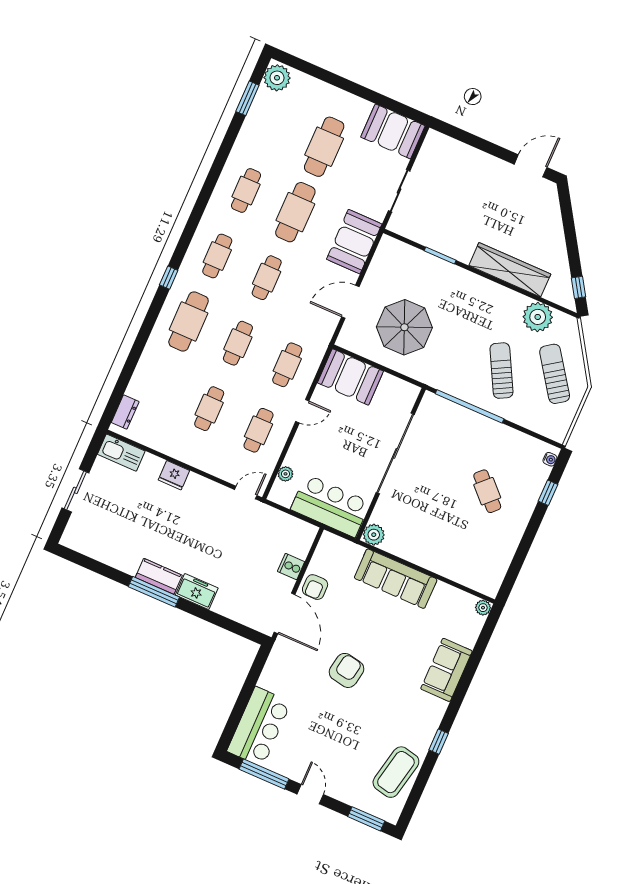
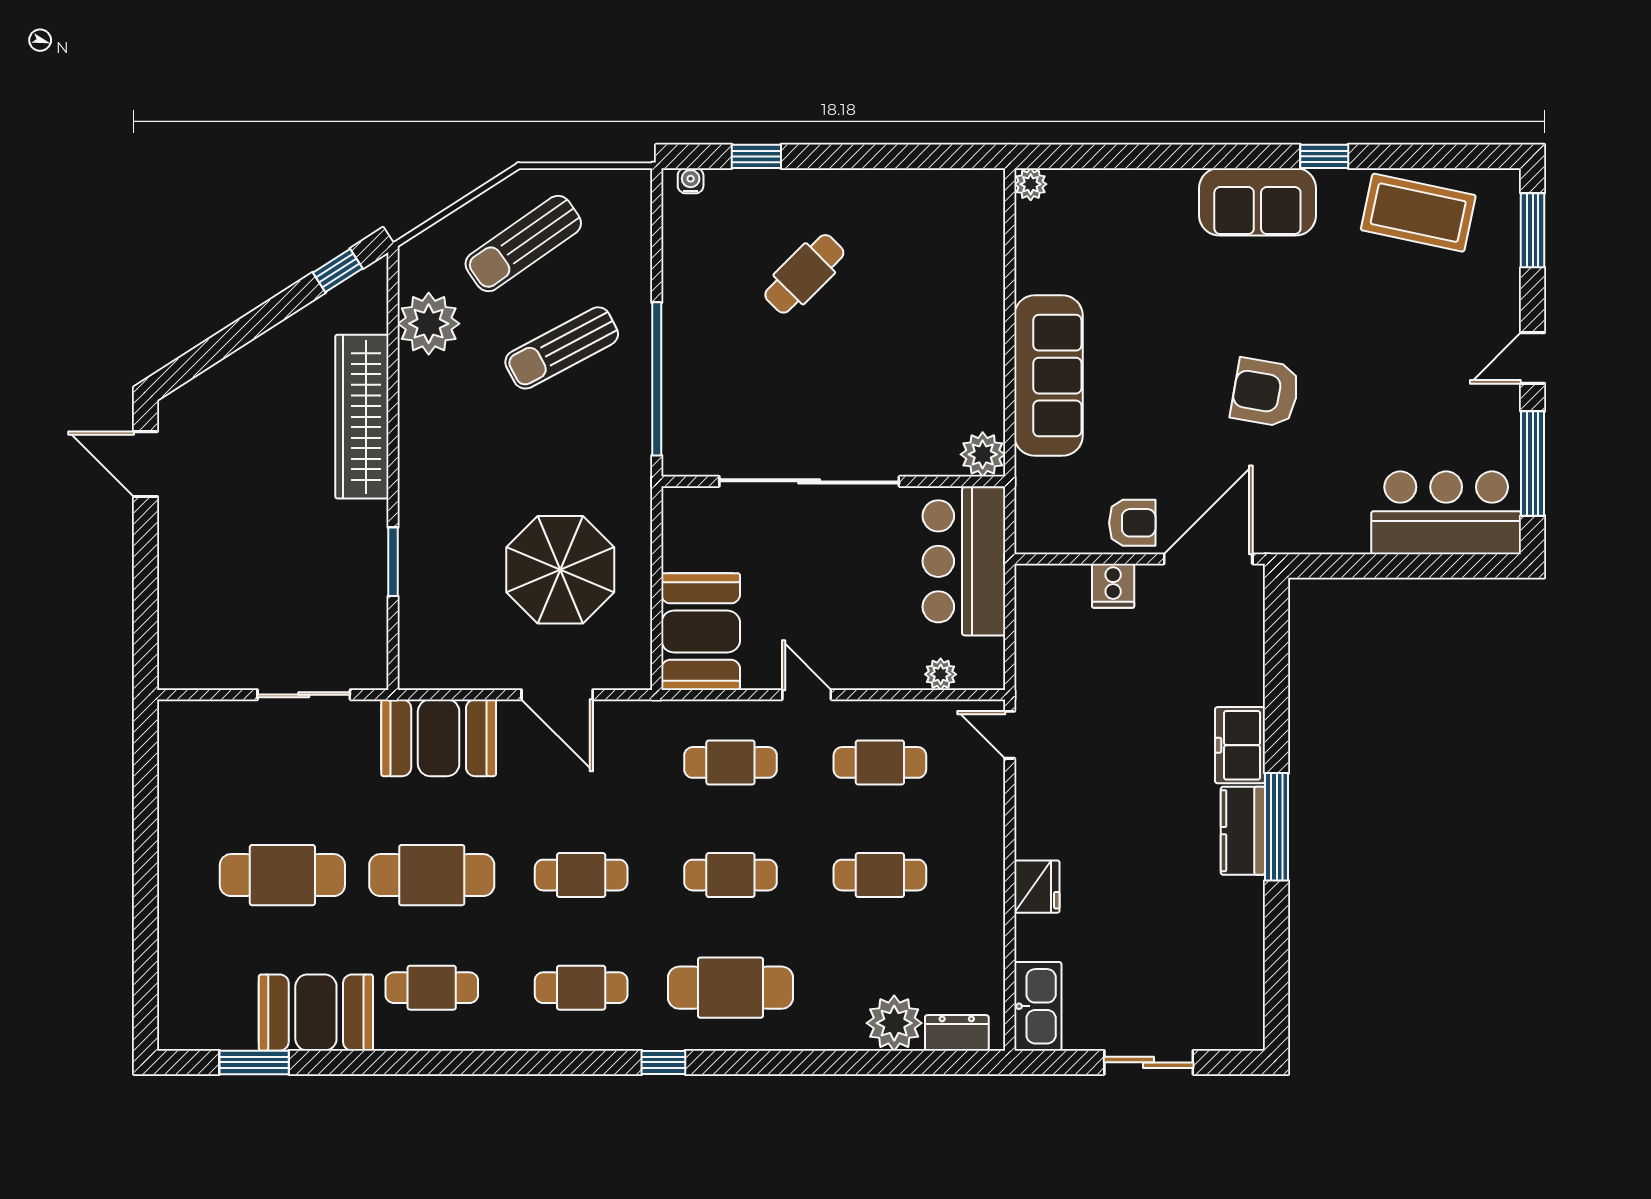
plant: (277, 78) -> (894, 1023), moved
booth: (393, 131) -> (316, 1013), moved, turned 90
sofa: (446, 670) -> (1257, 202), moved

